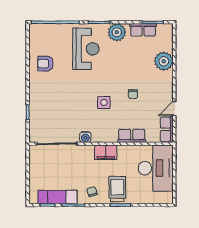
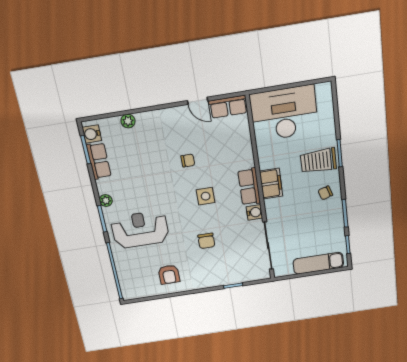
water cooler: (163, 29) -> (92, 134), added
plant: (117, 32) -> (106, 201), width x0.53, depth x0.53
plant: (164, 61) -> (128, 121), width x0.53, depth x0.53
chair: (69, 97) -> (206, 241), added
row of seats: (132, 136) -> (249, 187), moved
exam couch: (57, 197) -> (318, 263), moved, turned 90

